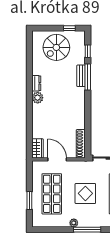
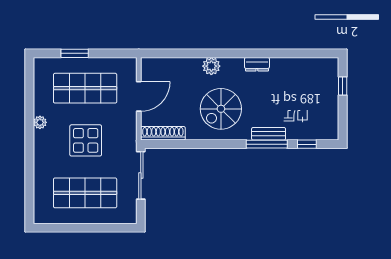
window: (69, 28) -> (343, 86), moved
spiral stairs: (56, 47) -> (221, 109), moved, turned -90
plant: (38, 98) -> (211, 66), moved
wardrobe: (37, 148) -> (156, 66), removed
window: (87, 230) -> (29, 143), removed

